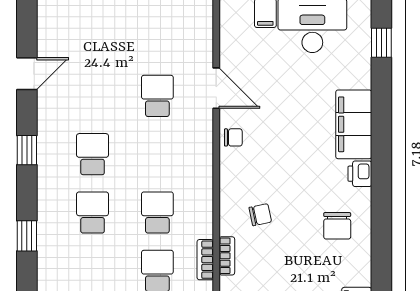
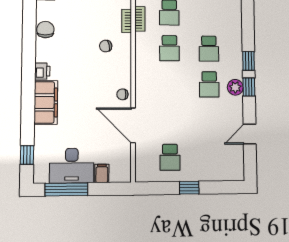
door: (216, 88) -> (133, 125), width x1.36
school desk: (157, 96) -> (170, 157), moved
plant: (50, 150) -> (235, 87), added
chair: (337, 226) -> (45, 30), moved
window: (27, 236) -> (248, 61), moved

